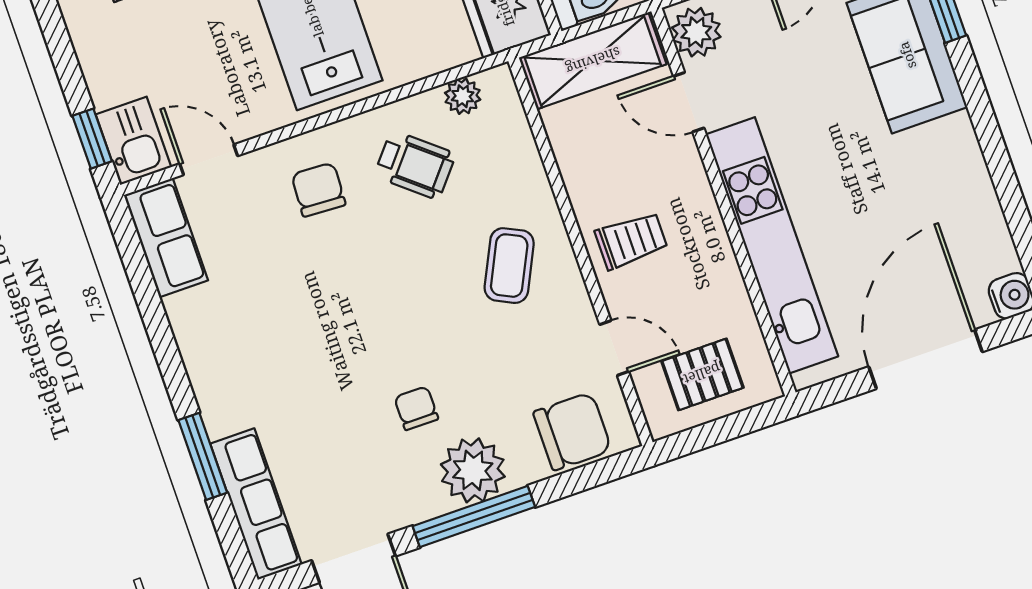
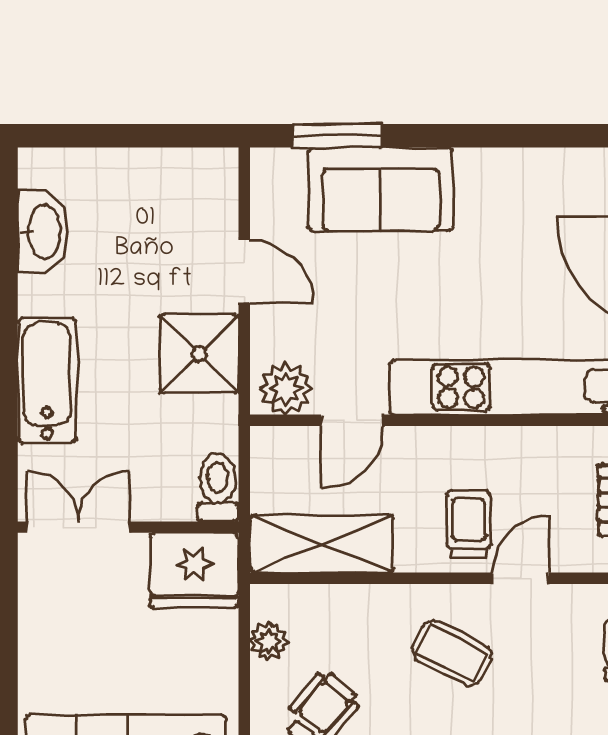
shelving: (593, 61) -> (322, 544), moved, turned 90
door: (614, 348) -> (521, 578), moved

